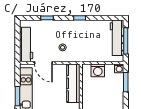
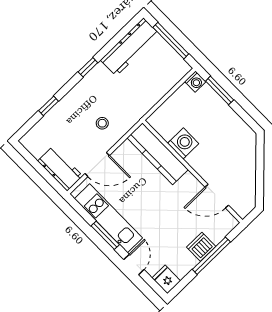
workbench: (117, 38) -> (130, 47), moved, turned -90
workbench: (26, 44) -> (60, 169), width x0.73
washing machine: (98, 70) -> (183, 143), moved, turned -90

